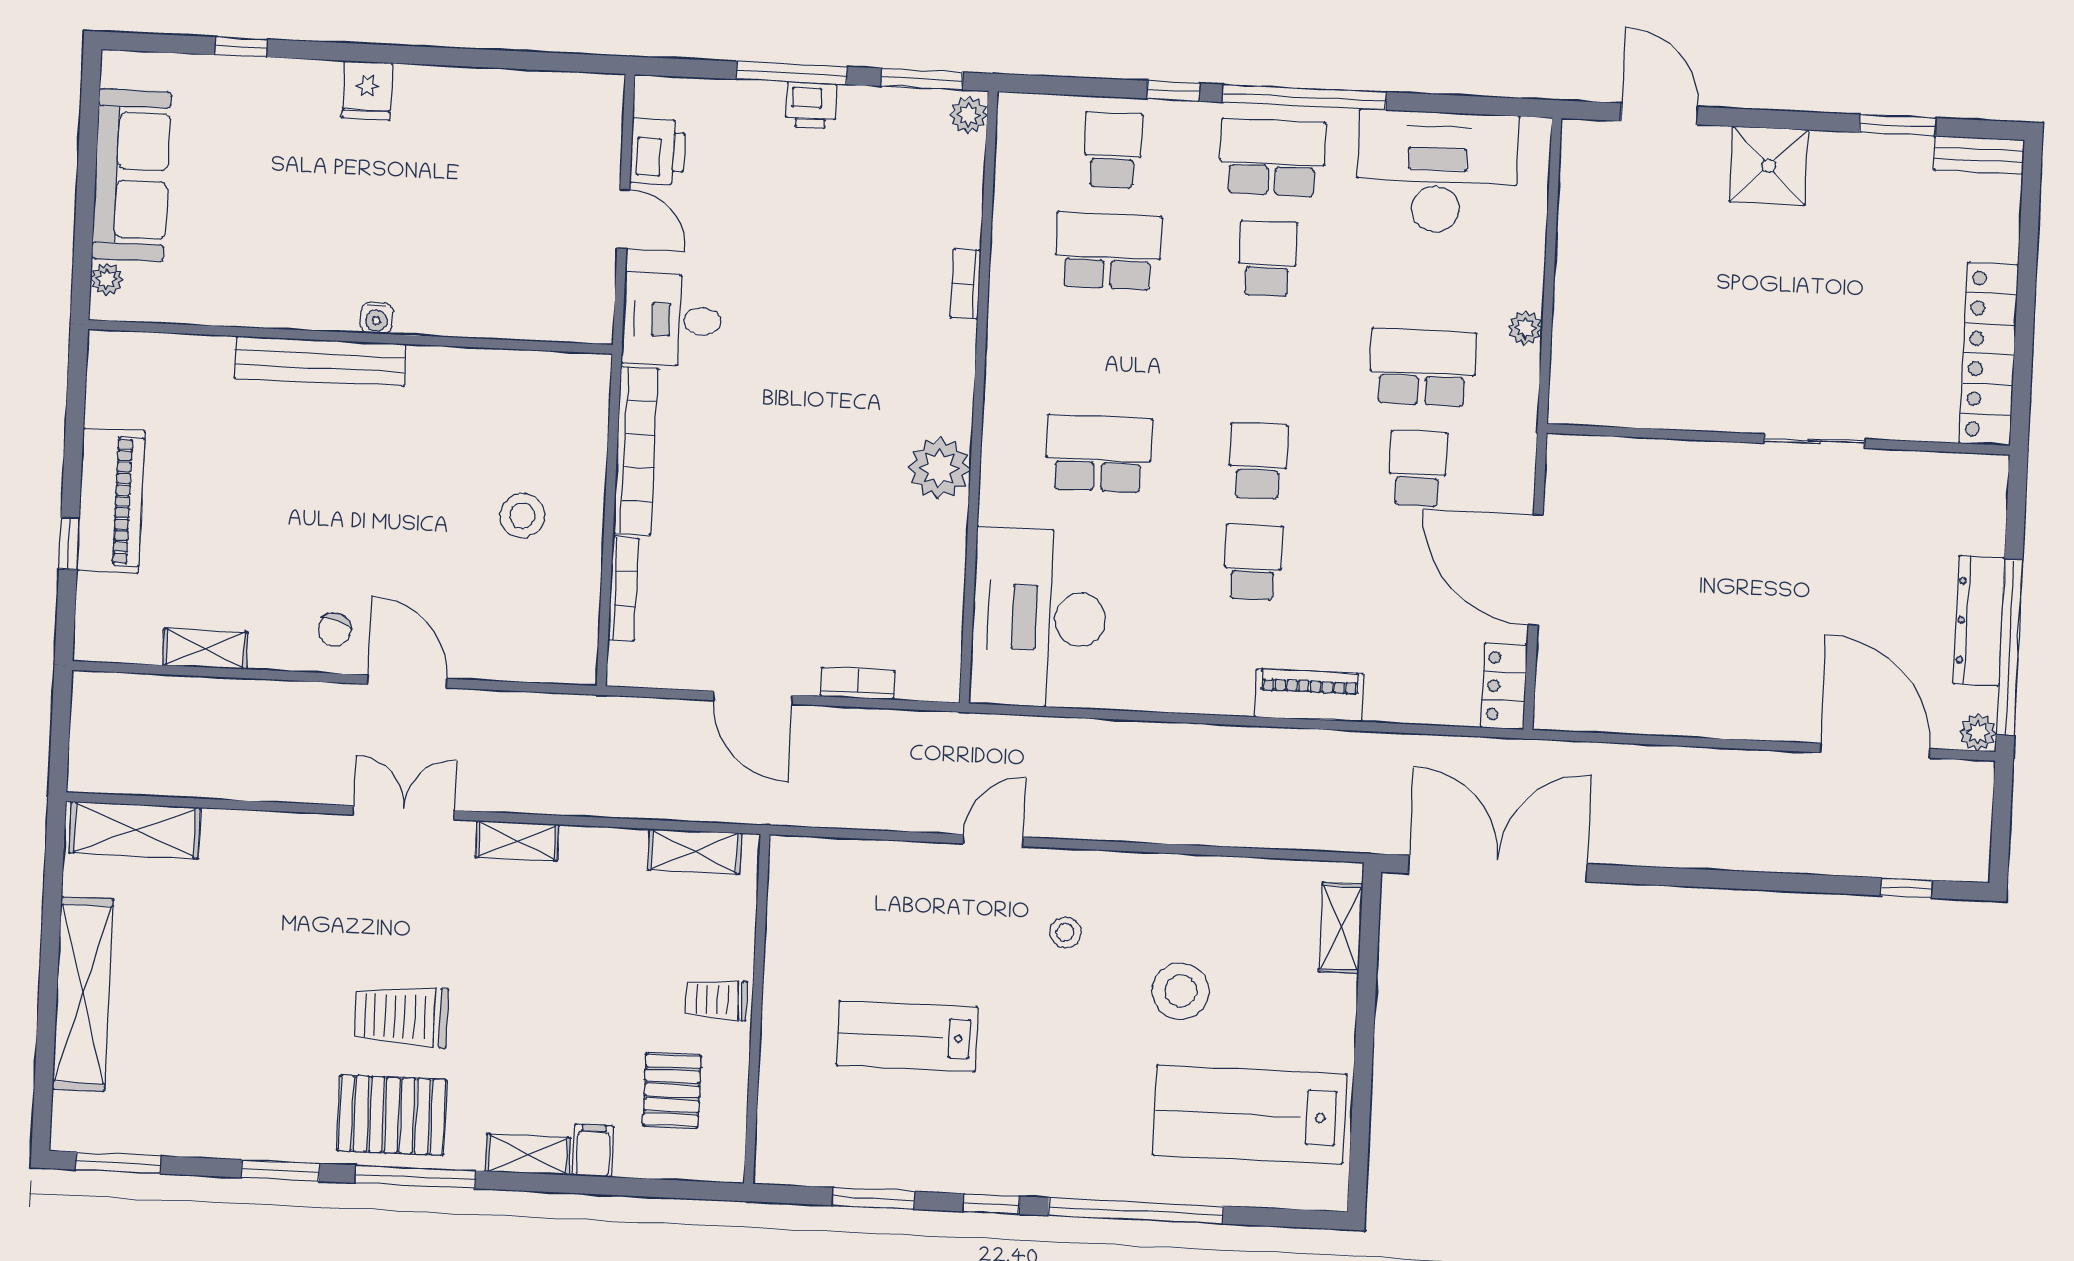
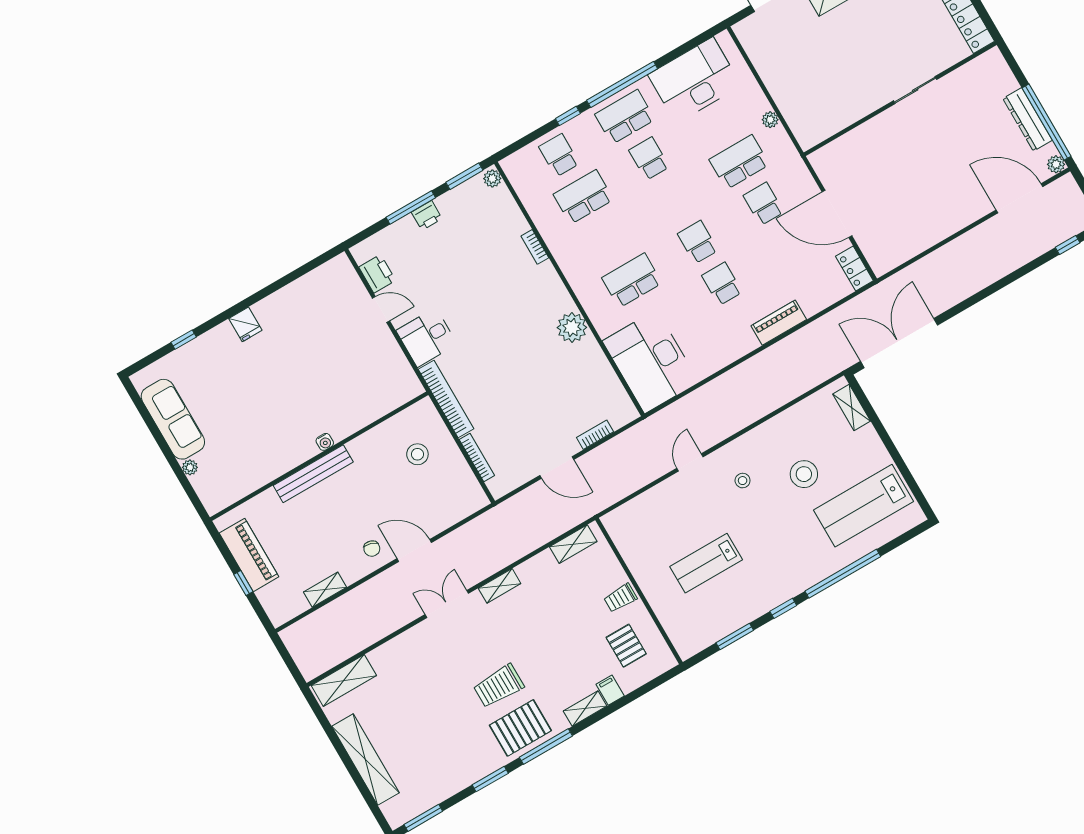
water cooler: (376, 318) -> (325, 442), moved
wall: (350, 337) -> (319, 456), moved
bench: (320, 361) -> (313, 474), moved

